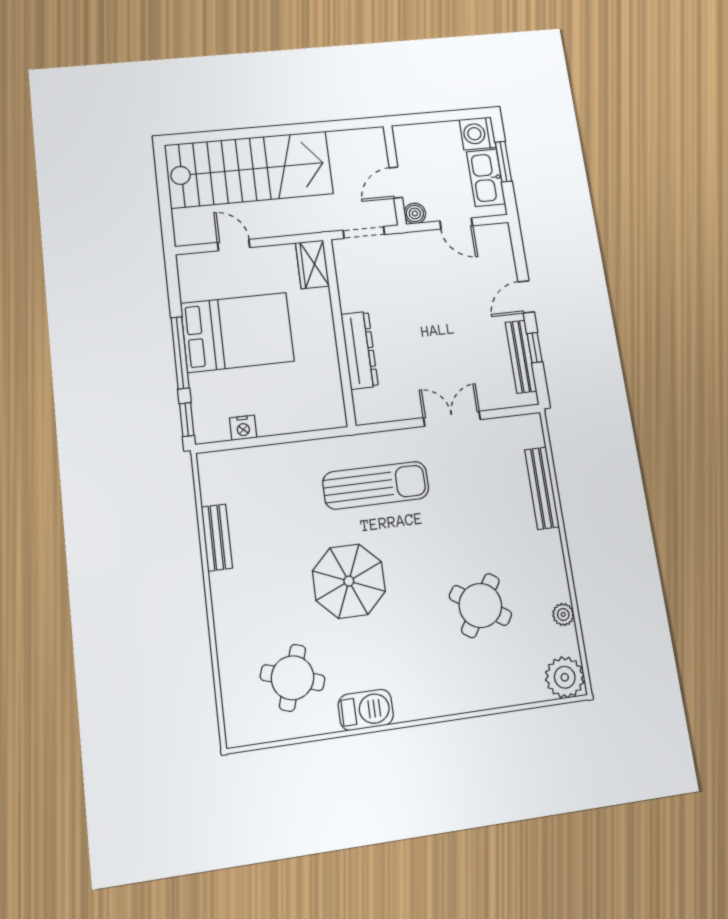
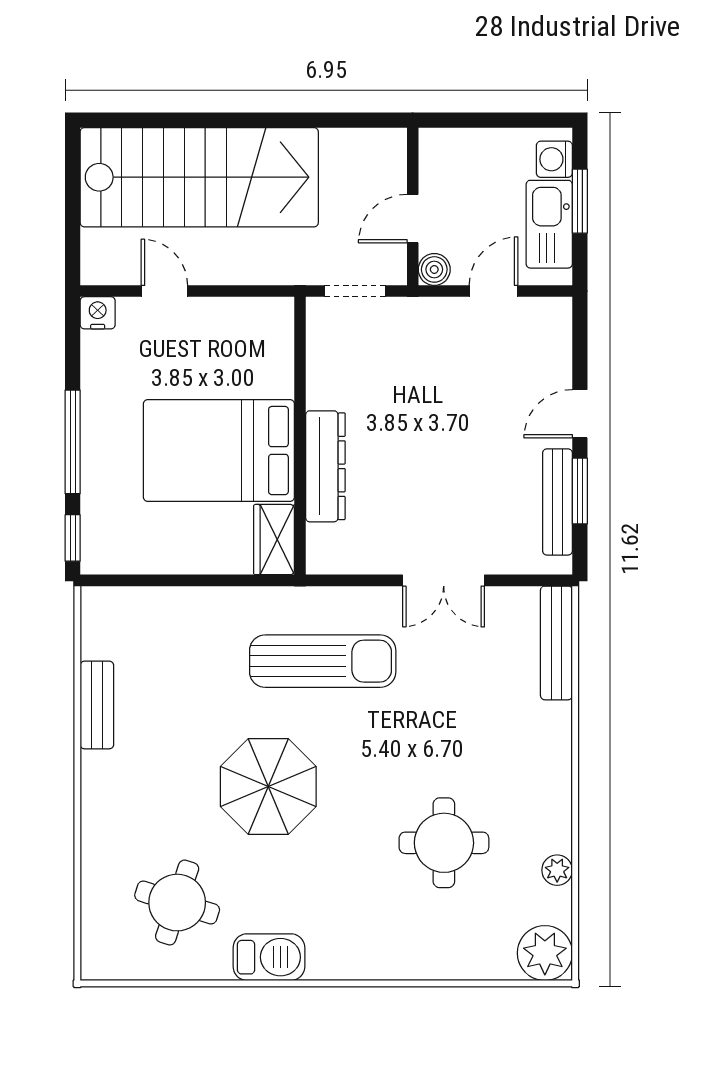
washing machine: (478, 133) -> (554, 159), width x0.73, depth x0.73
door: (456, 223) -> (493, 291), swing flipped
wardrobe: (312, 264) -> (274, 540), moved
bed: (237, 332) -> (219, 451), moved, turned 180
window: (535, 348) -> (580, 491), width x1.50
double door: (452, 419) -> (444, 580), swing flipped
nightstand: (243, 428) -> (98, 313), moved, turned 180
bench: (542, 488) -> (556, 643), moved
round table: (480, 605) -> (444, 843), turned -33

